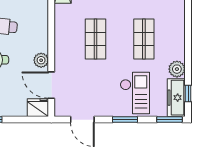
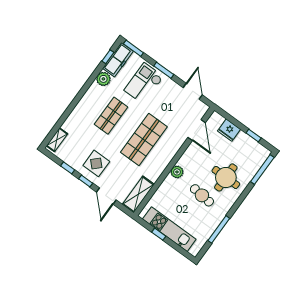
shop shelf: (96, 39) -> (144, 140), width x1.43, depth x1.36
plant: (41, 60) -> (177, 172), moved
fridge: (38, 108) -> (229, 130), moved

